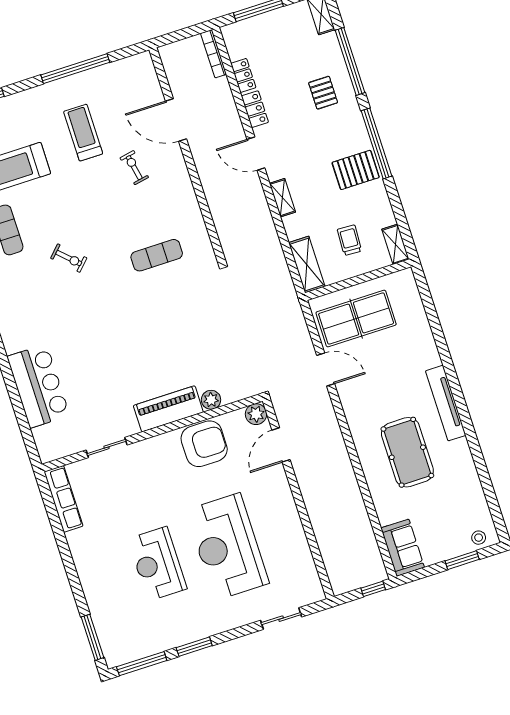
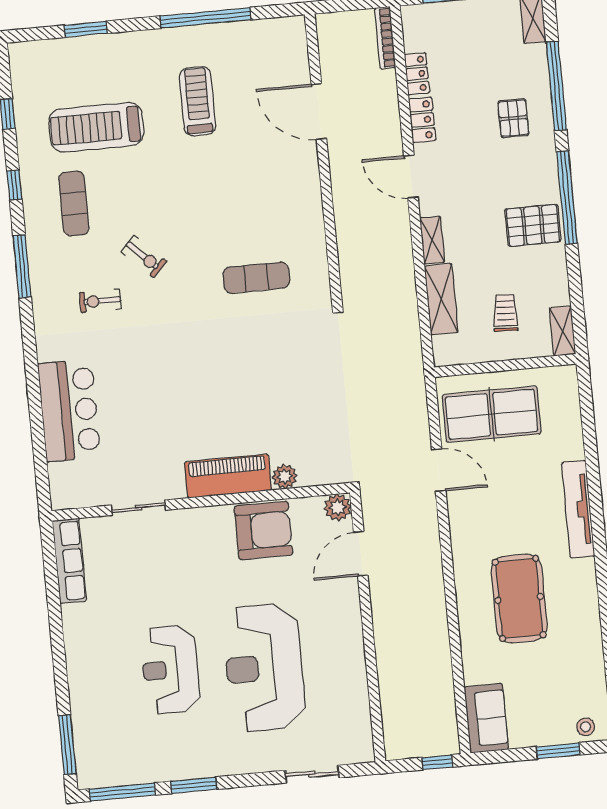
exercise bike: (134, 168) -> (100, 301), moved, turned -79
shelving: (307, 265) -> (441, 299), moved
tv unit: (446, 403) -> (578, 509), moved

